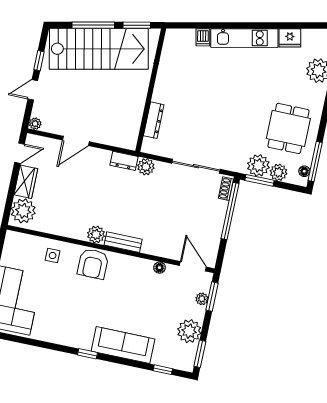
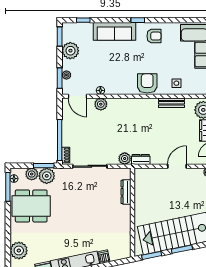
window: (93, 25) -> (182, 249), width x0.69
dining table: (288, 128) -> (31, 206), width x1.38
plant: (96, 234) -> (101, 104), moved
bench: (123, 242) -> (172, 103), moved
armchair: (70, 327) -> (154, 36), added

